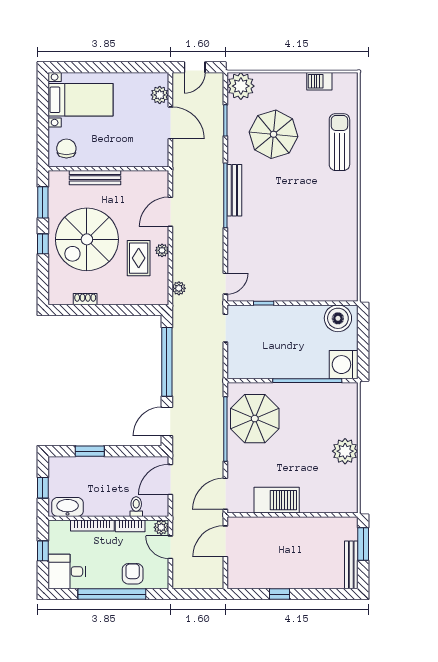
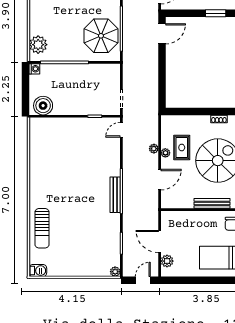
barbecue: (319, 81) -> (38, 271), moved
plant: (241, 86) -> (115, 272), width x0.53, depth x0.53
parasol: (274, 134) -> (88, 234), removed
plant: (179, 288) -> (154, 149), moved
window: (167, 362) -> (162, 75), removed
washing machine: (344, 365) -> (34, 69), width x0.53, depth x0.53
plant: (345, 451) -> (38, 45), moved

